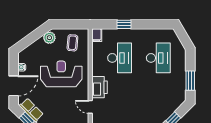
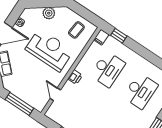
window: (124, 24) -> (119, 36), moved
plant: (49, 38) -> (49, 13), moved
printer: (100, 87) -> (75, 77), width x0.53, depth x0.68

